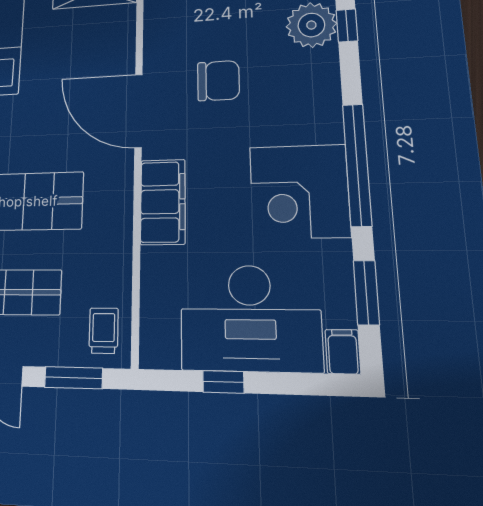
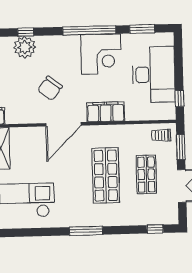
chair: (218, 81) -> (50, 88), turned -143
filing cabinet: (343, 352) -> (165, 39), removed
window: (223, 382) -> (179, 99), moved

